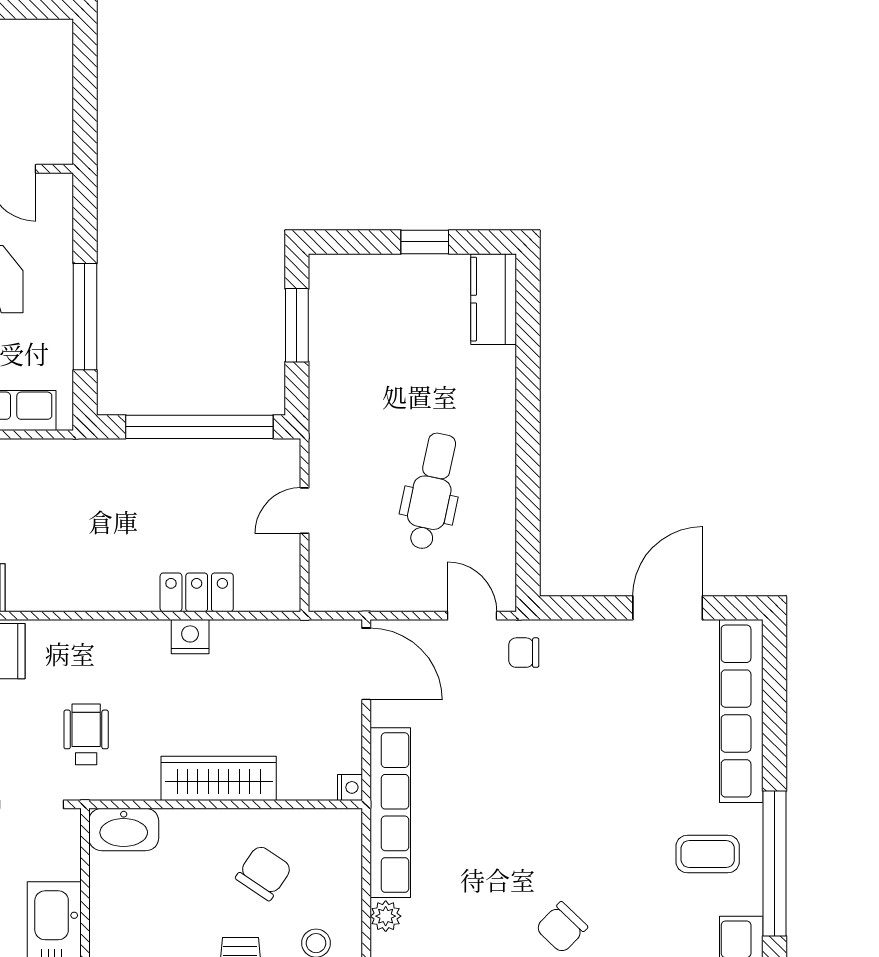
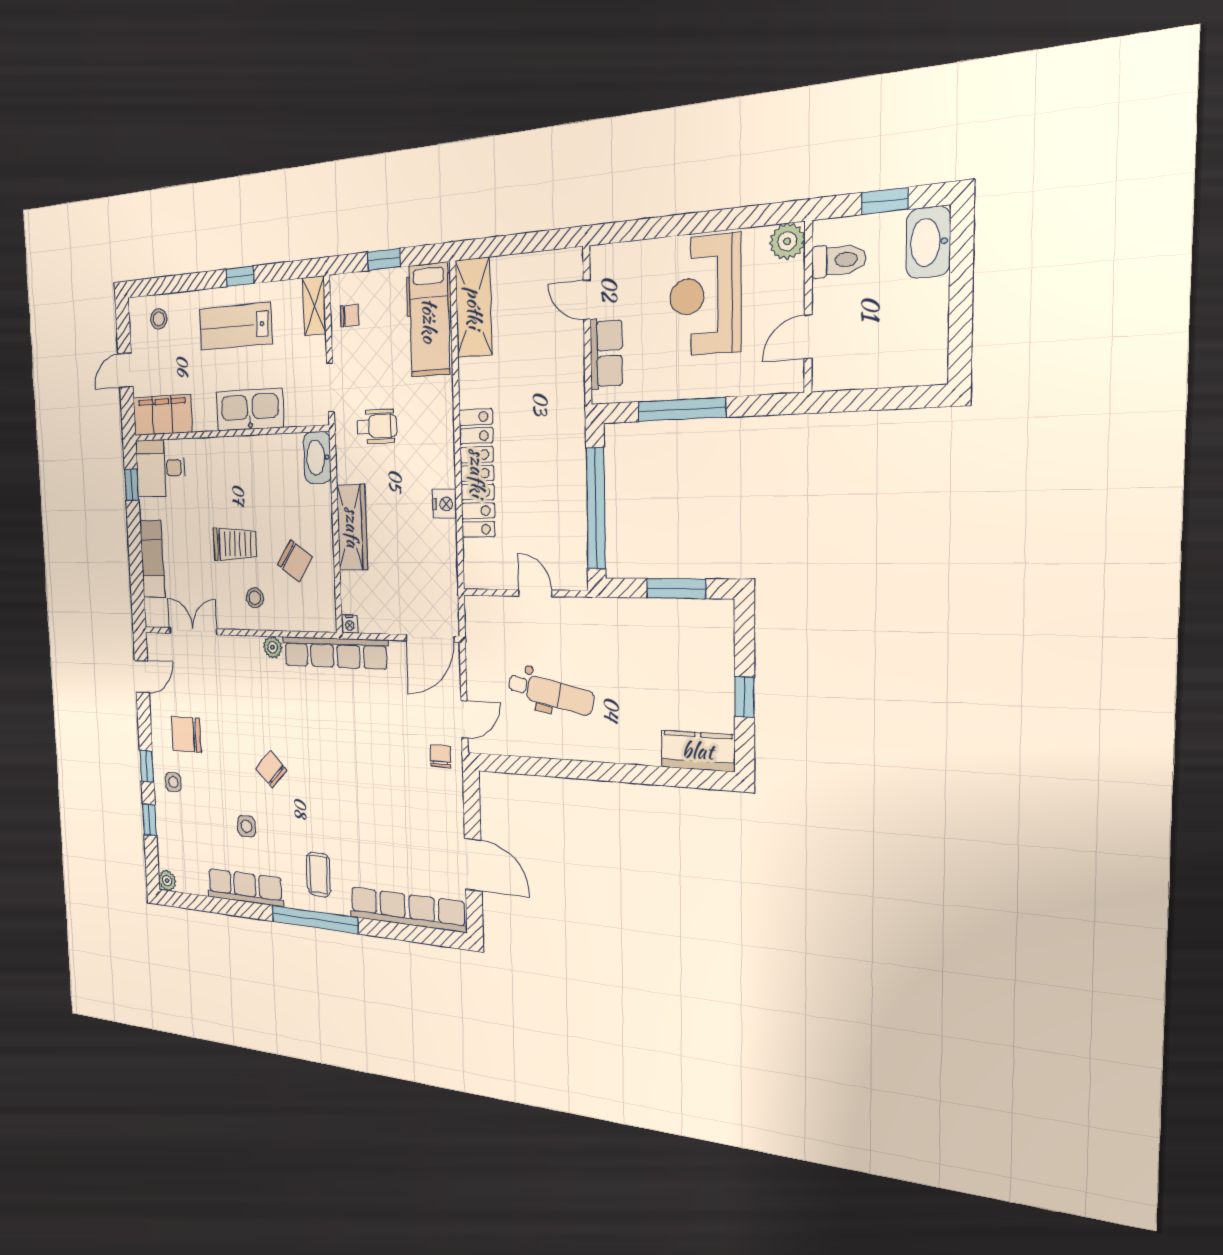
locker: (197, 592) -> (477, 473), width x2.16, depth x1.21

